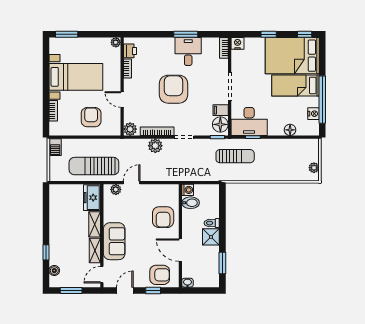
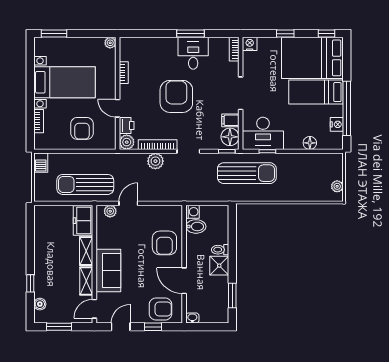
printer: (130, 51) -> (127, 125), moved
armchair: (91, 117) -> (82, 128), turned 180
sun lounger: (235, 156) -> (247, 173), width x1.36, depth x1.34

